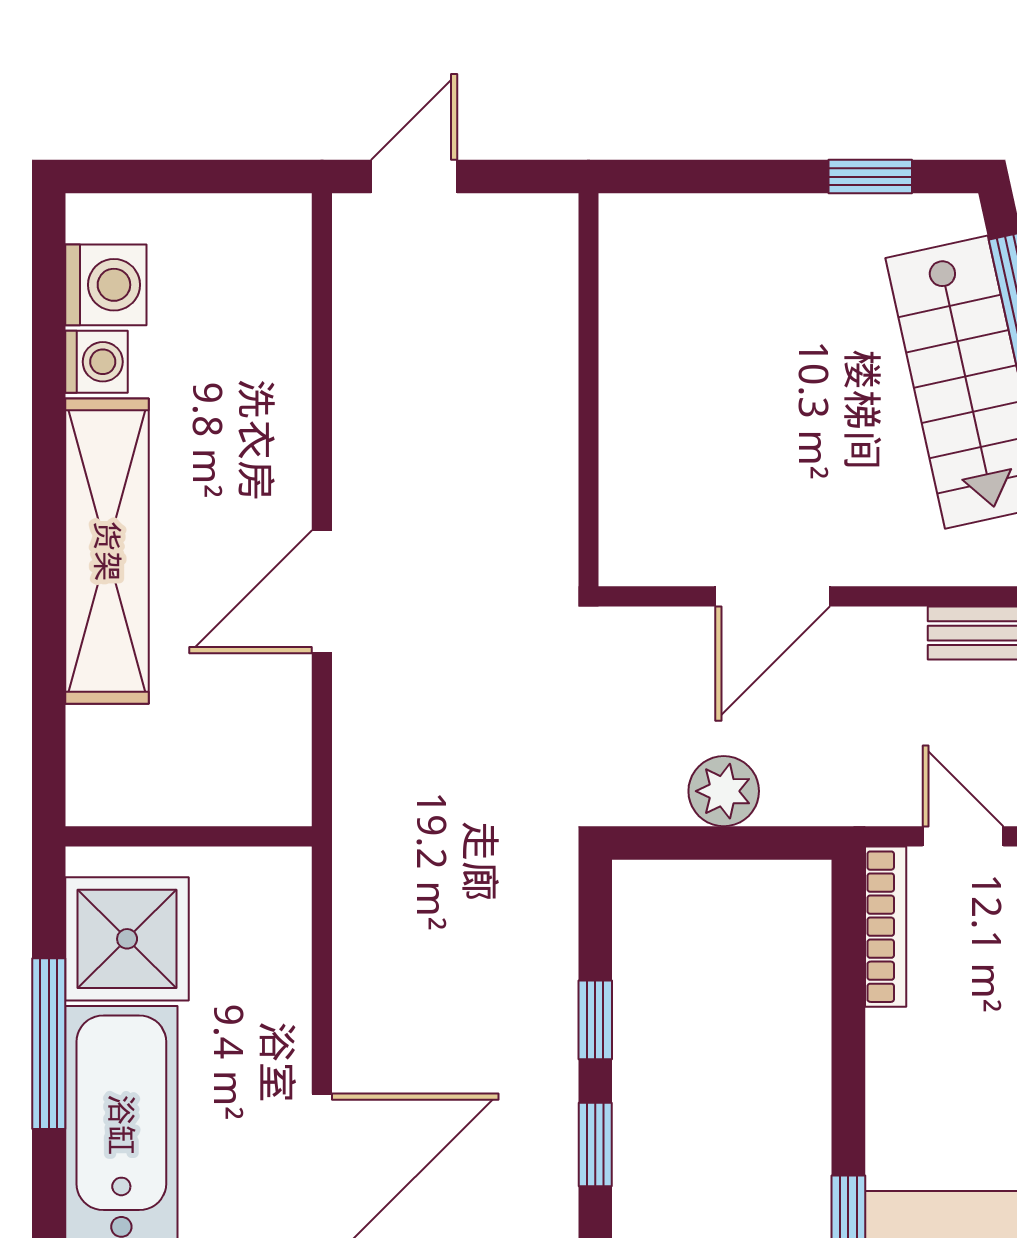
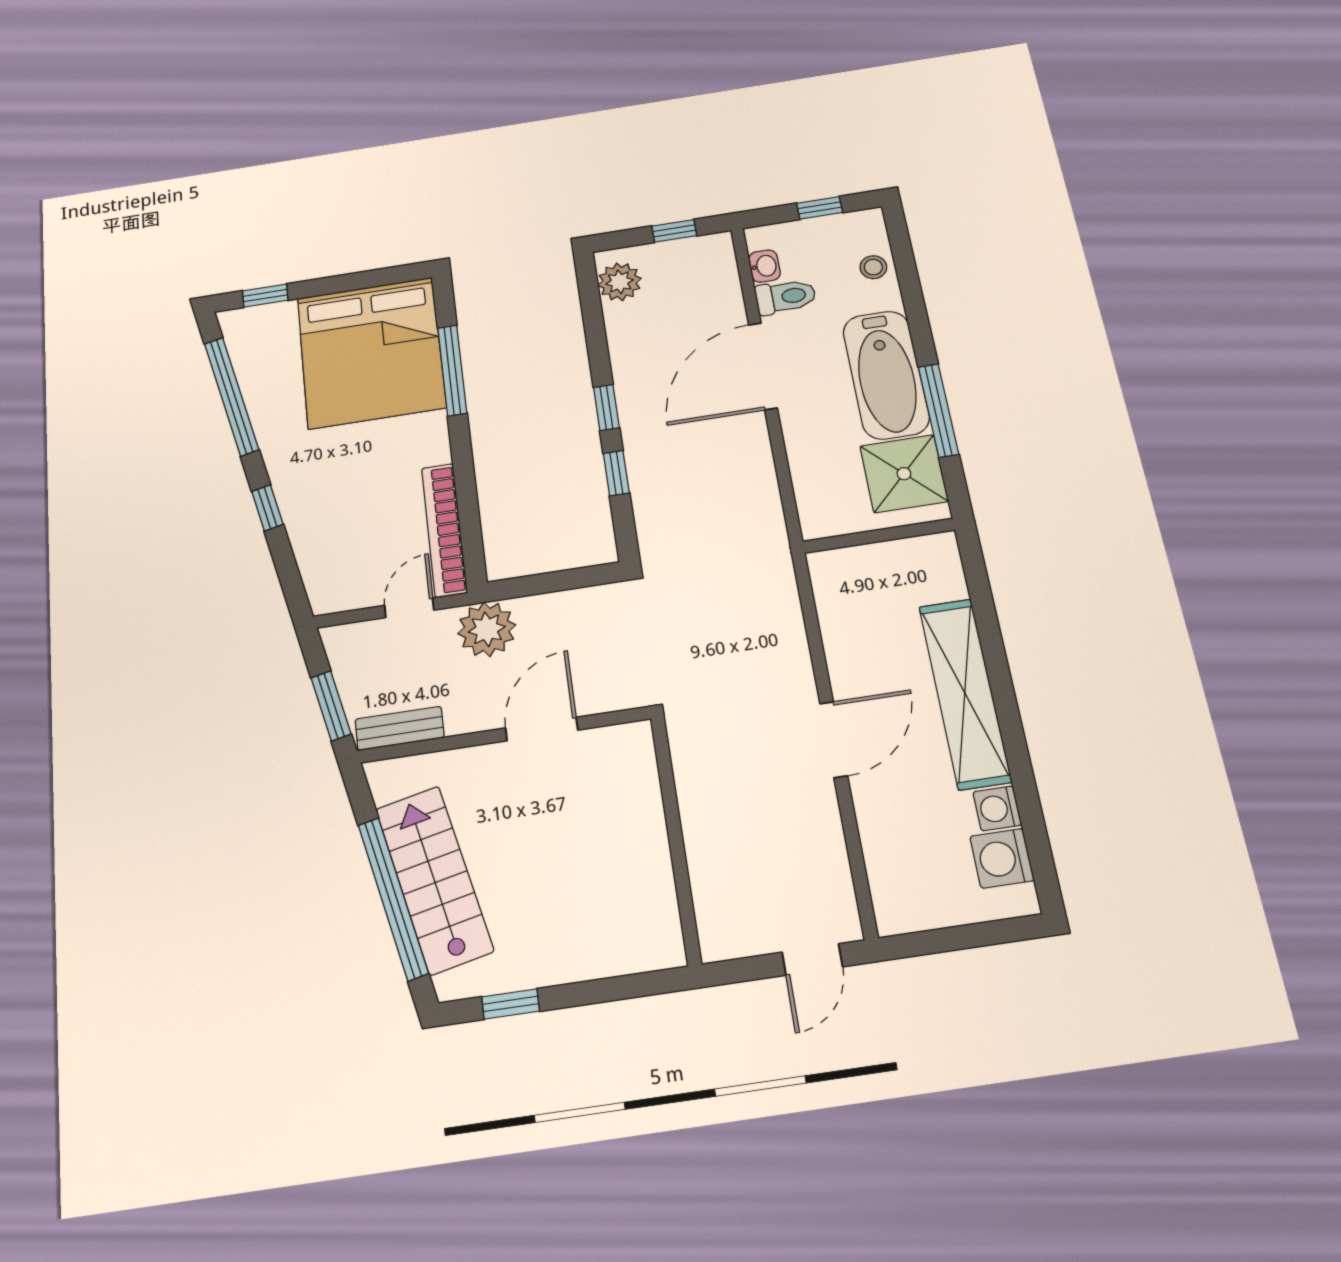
door: (322, 592) -> (834, 740), moved
plant: (724, 791) -> (487, 629), moved, width x1.36, depth x1.36
door: (963, 836) -> (409, 608), swing flipped
bookcase: (886, 927) -> (444, 530), width x1.48, depth x1.31

